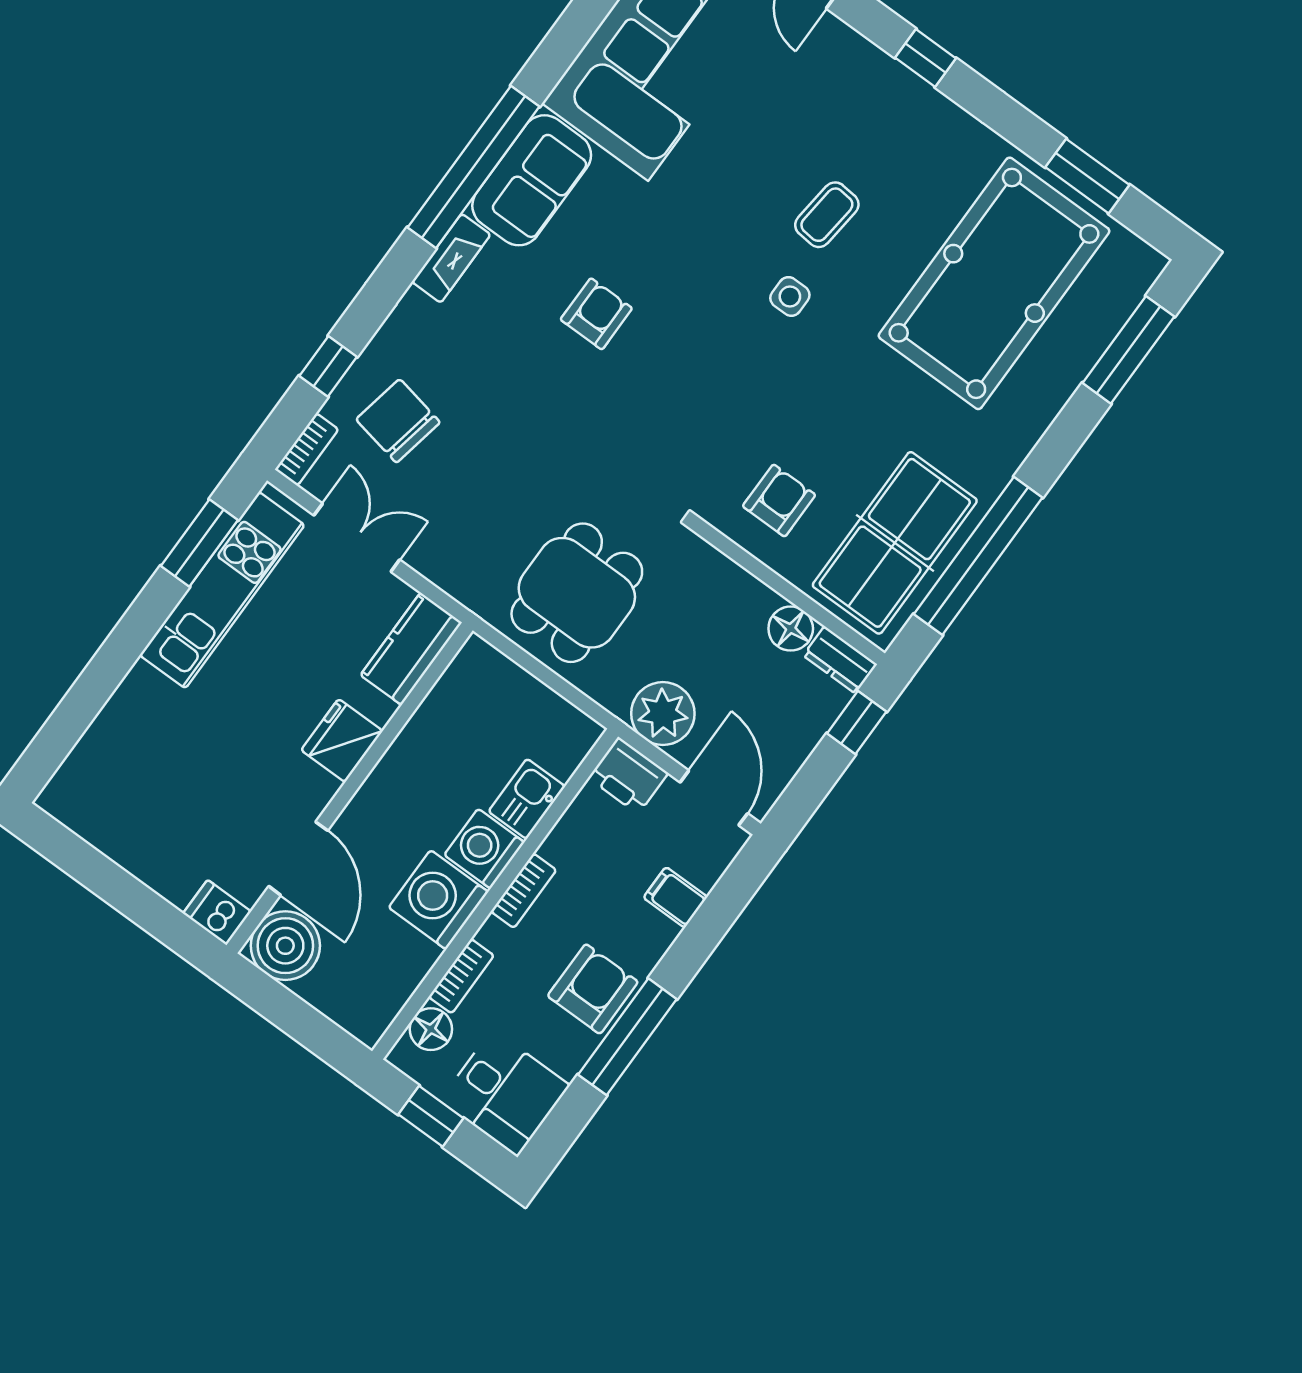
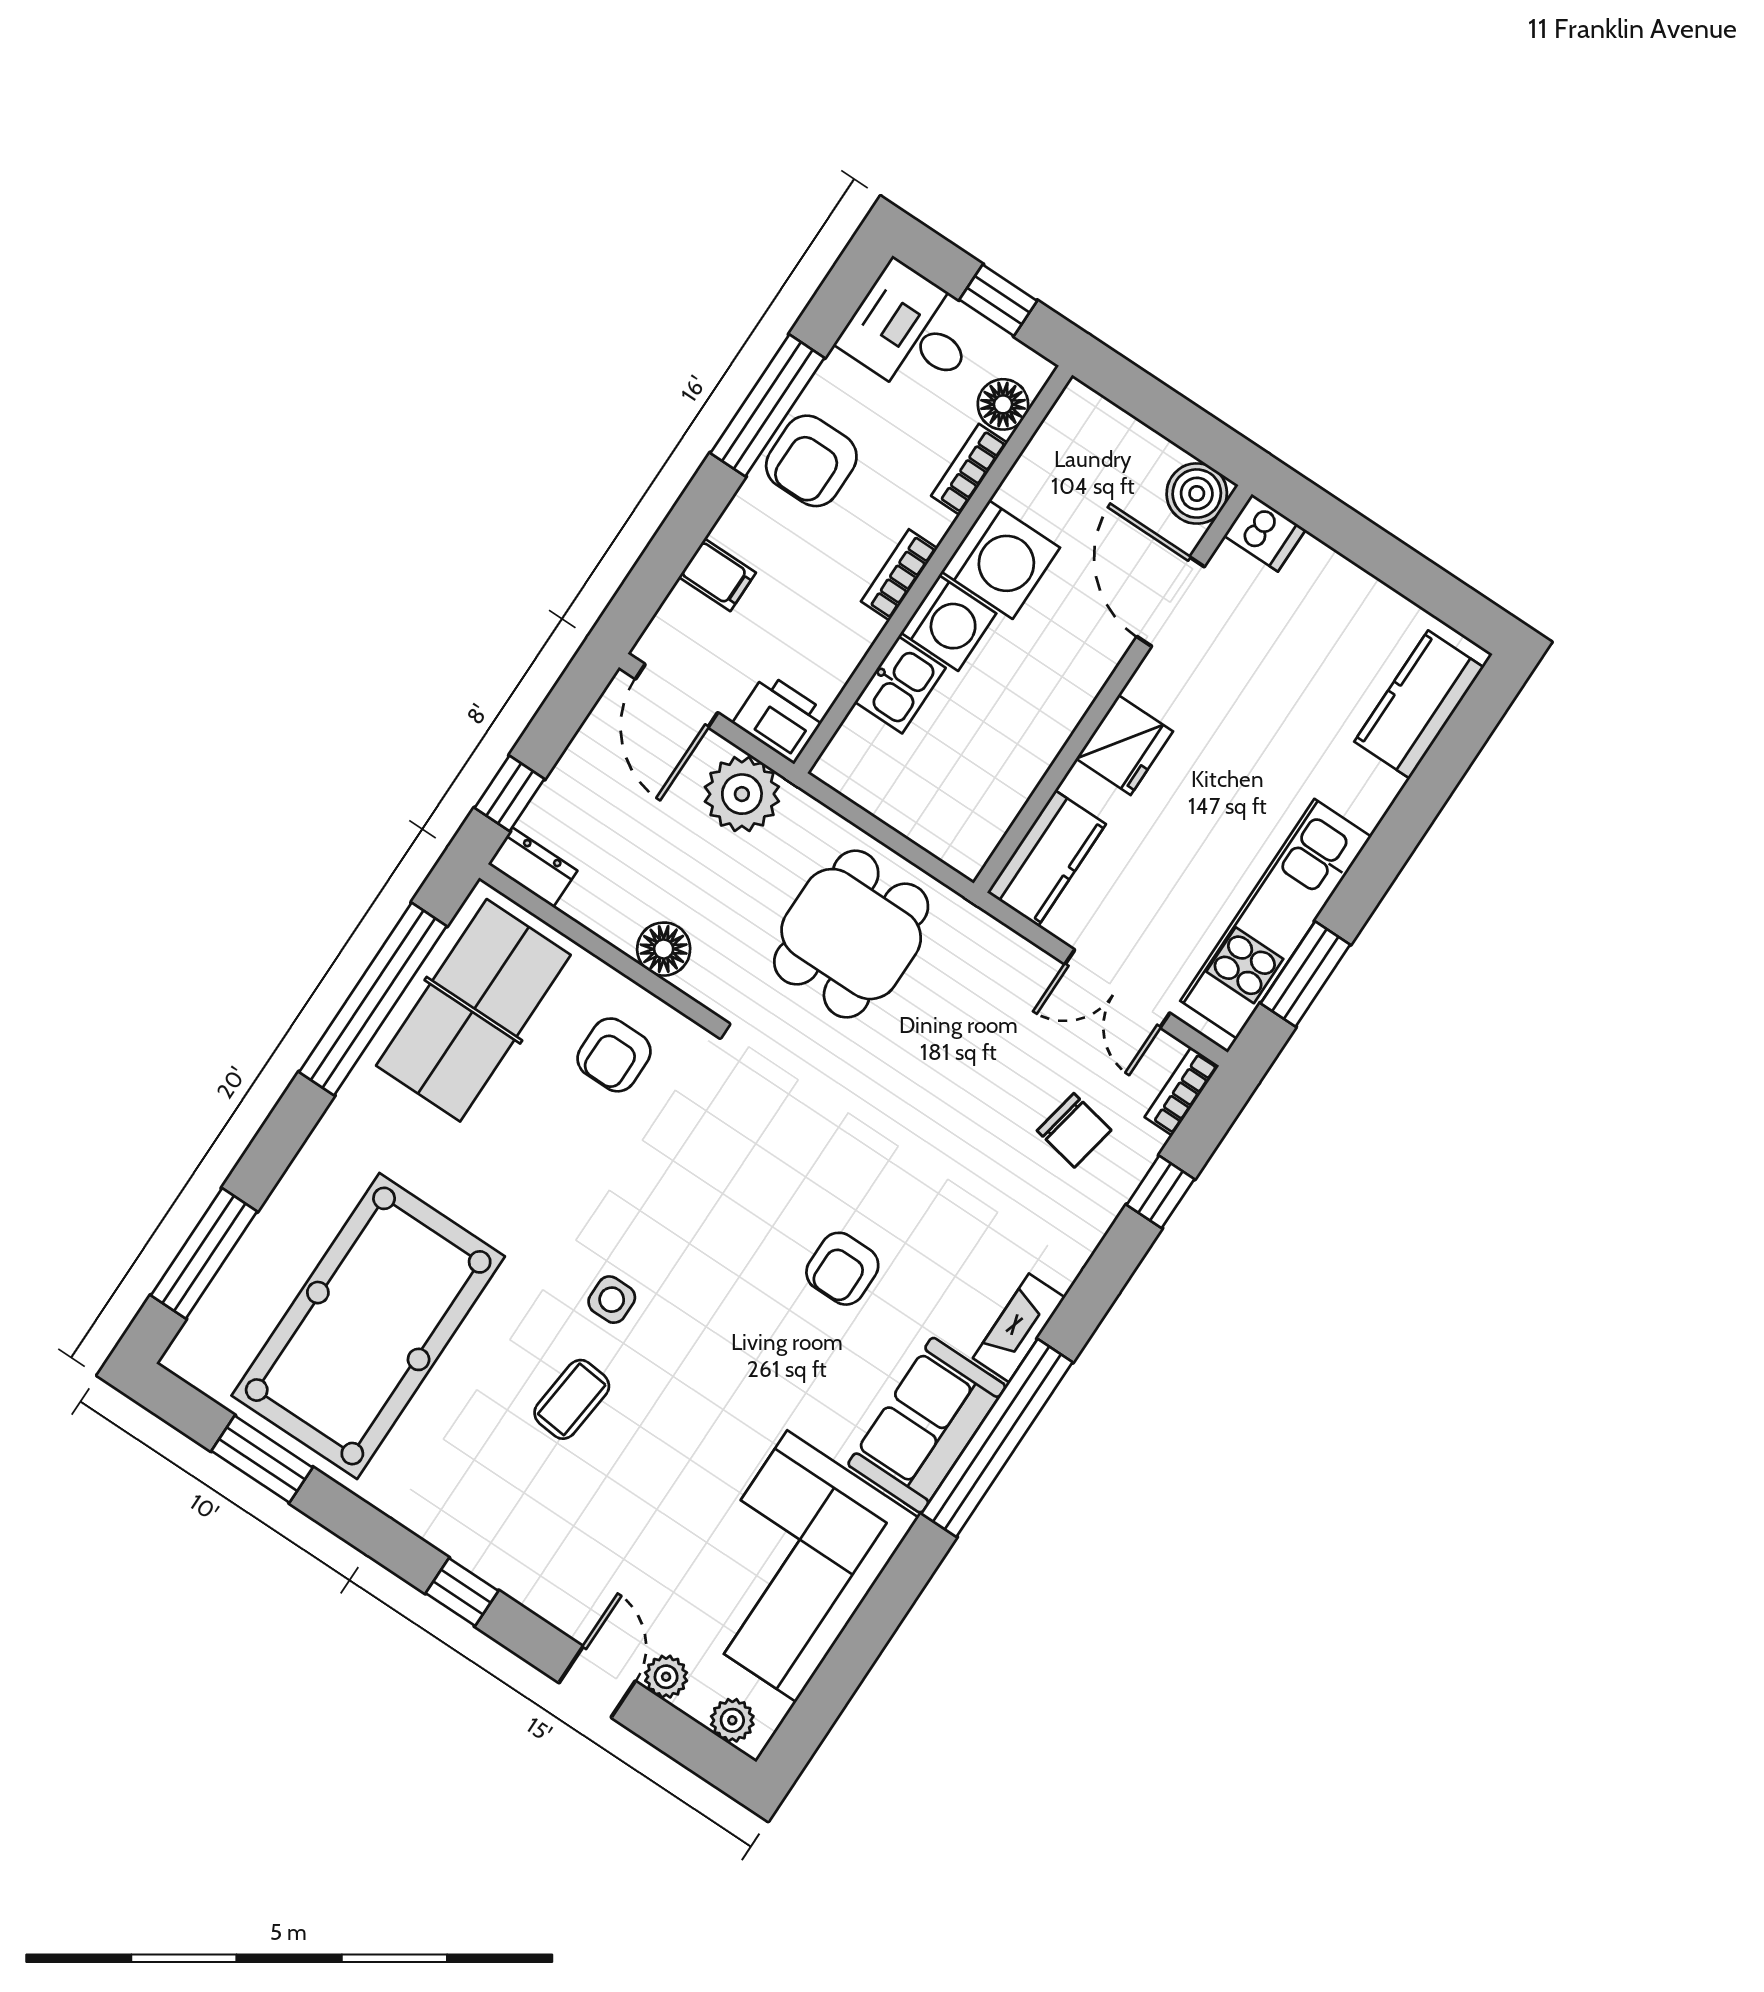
chair: (398, 421) -> (1074, 1130), width x0.73, depth x0.73
floor lamp: (791, 629) -> (664, 949), moved
kitchen counter: (95, 764) -> (1419, 704), added
boiler: (285, 946) -> (1197, 494), width x0.73, depth x0.73

